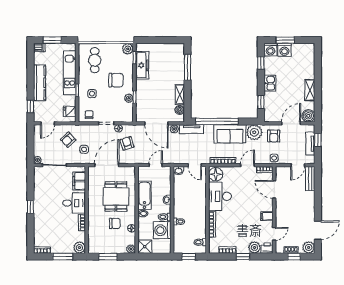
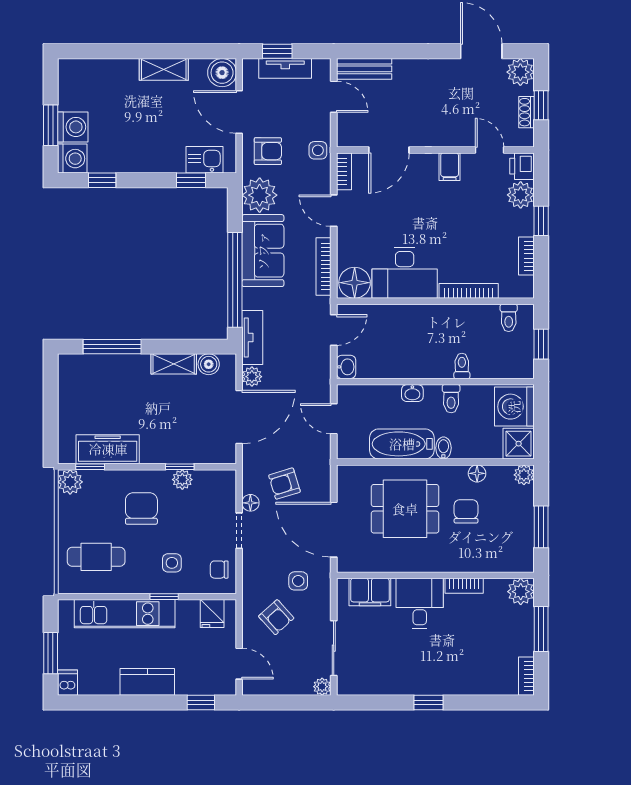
kitchen counter: (40, 83) -> (147, 682), width x0.67
kitchen sink: (270, 83) -> (205, 160), moved
washing machine: (162, 230) -> (514, 407), moved, turned 90

